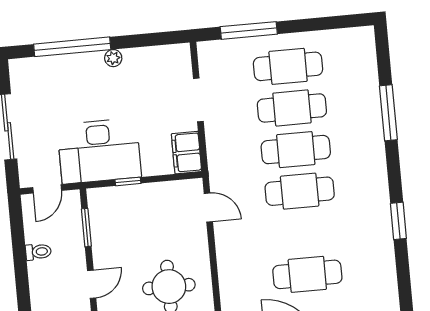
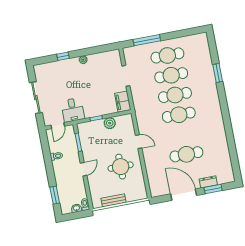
window: (72, 47) -> (63, 56), width x0.32
window: (388, 113) -> (218, 73), width x0.69
desk: (99, 151) -> (73, 110), width x0.53, depth x0.77
plant: (155, 194) -> (110, 123), added
door: (208, 208) -> (139, 142), moved
window: (398, 221) -> (228, 124), removed

